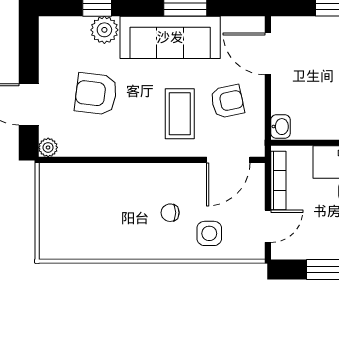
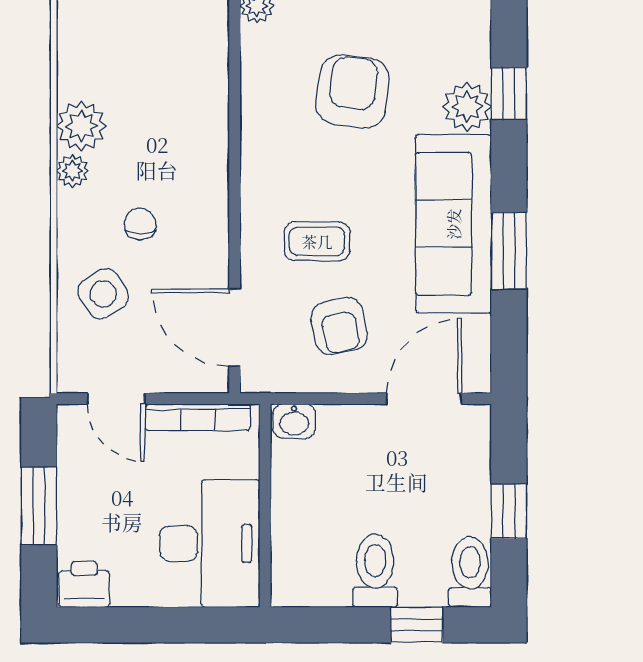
coffee table: (180, 114) -> (317, 241), width x0.73, depth x0.77
side table: (209, 233) -> (103, 294), turned -33
plant: (115, 246) -> (81, 126), added
plant: (140, 251) -> (73, 171), added

